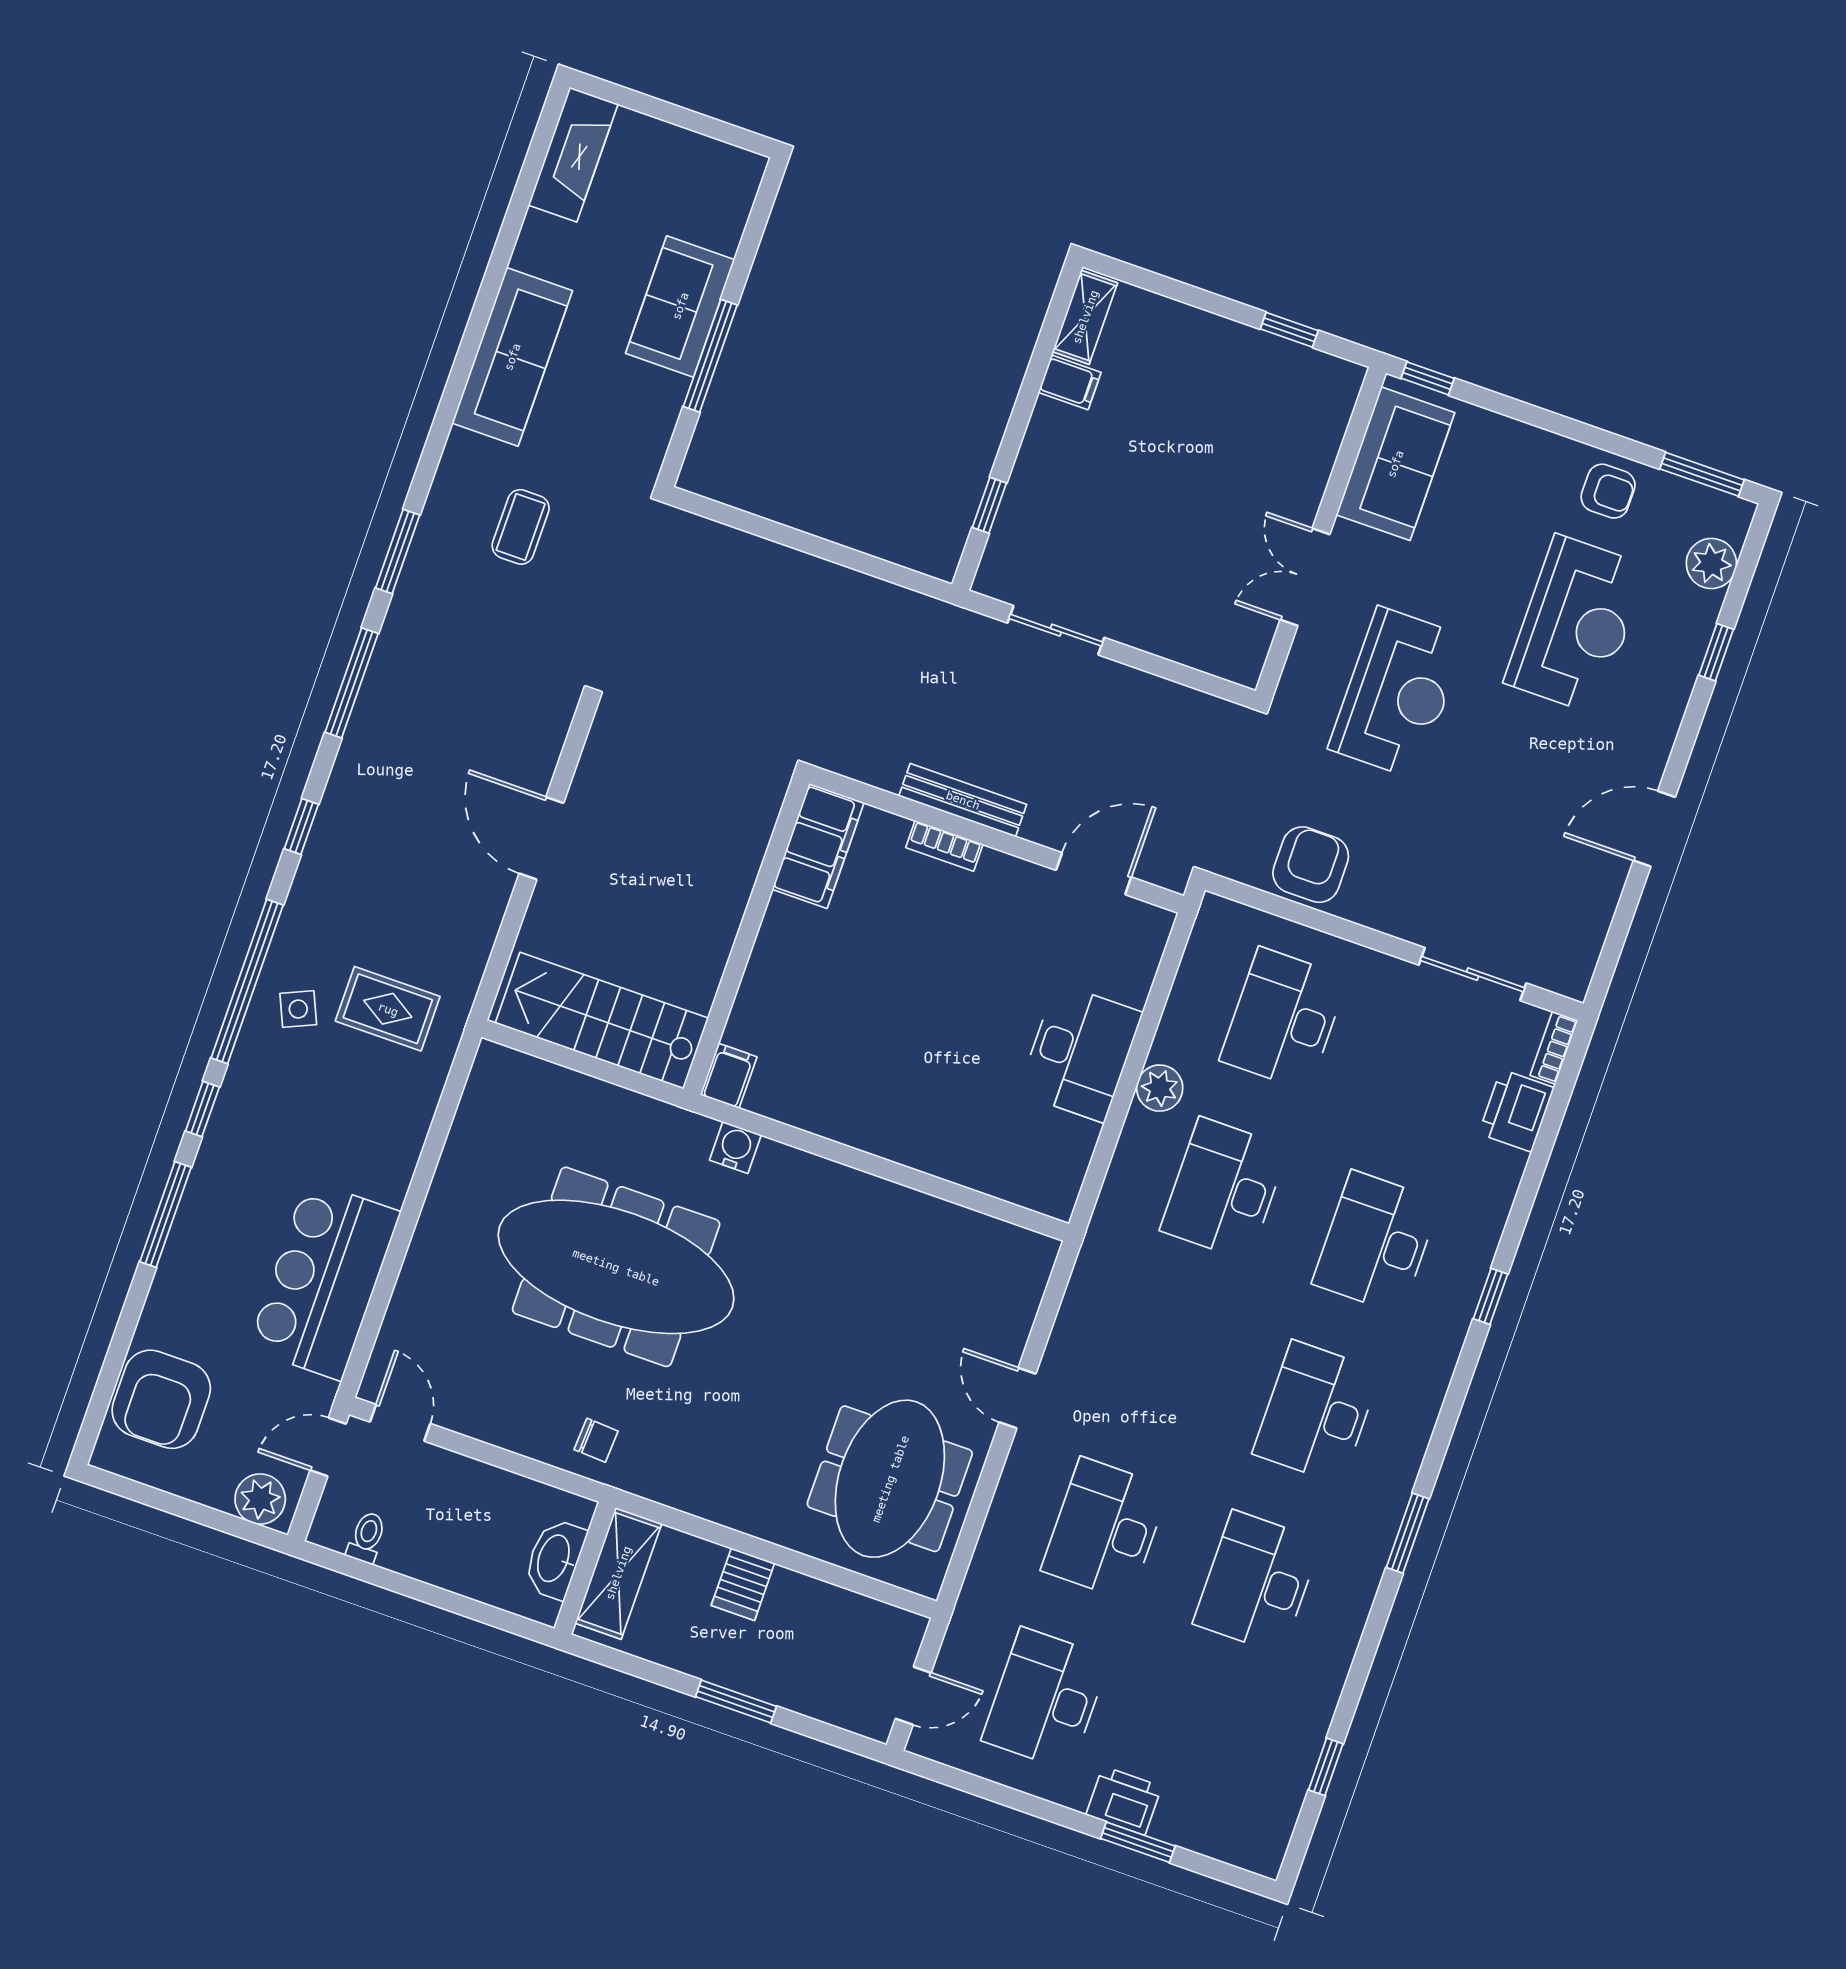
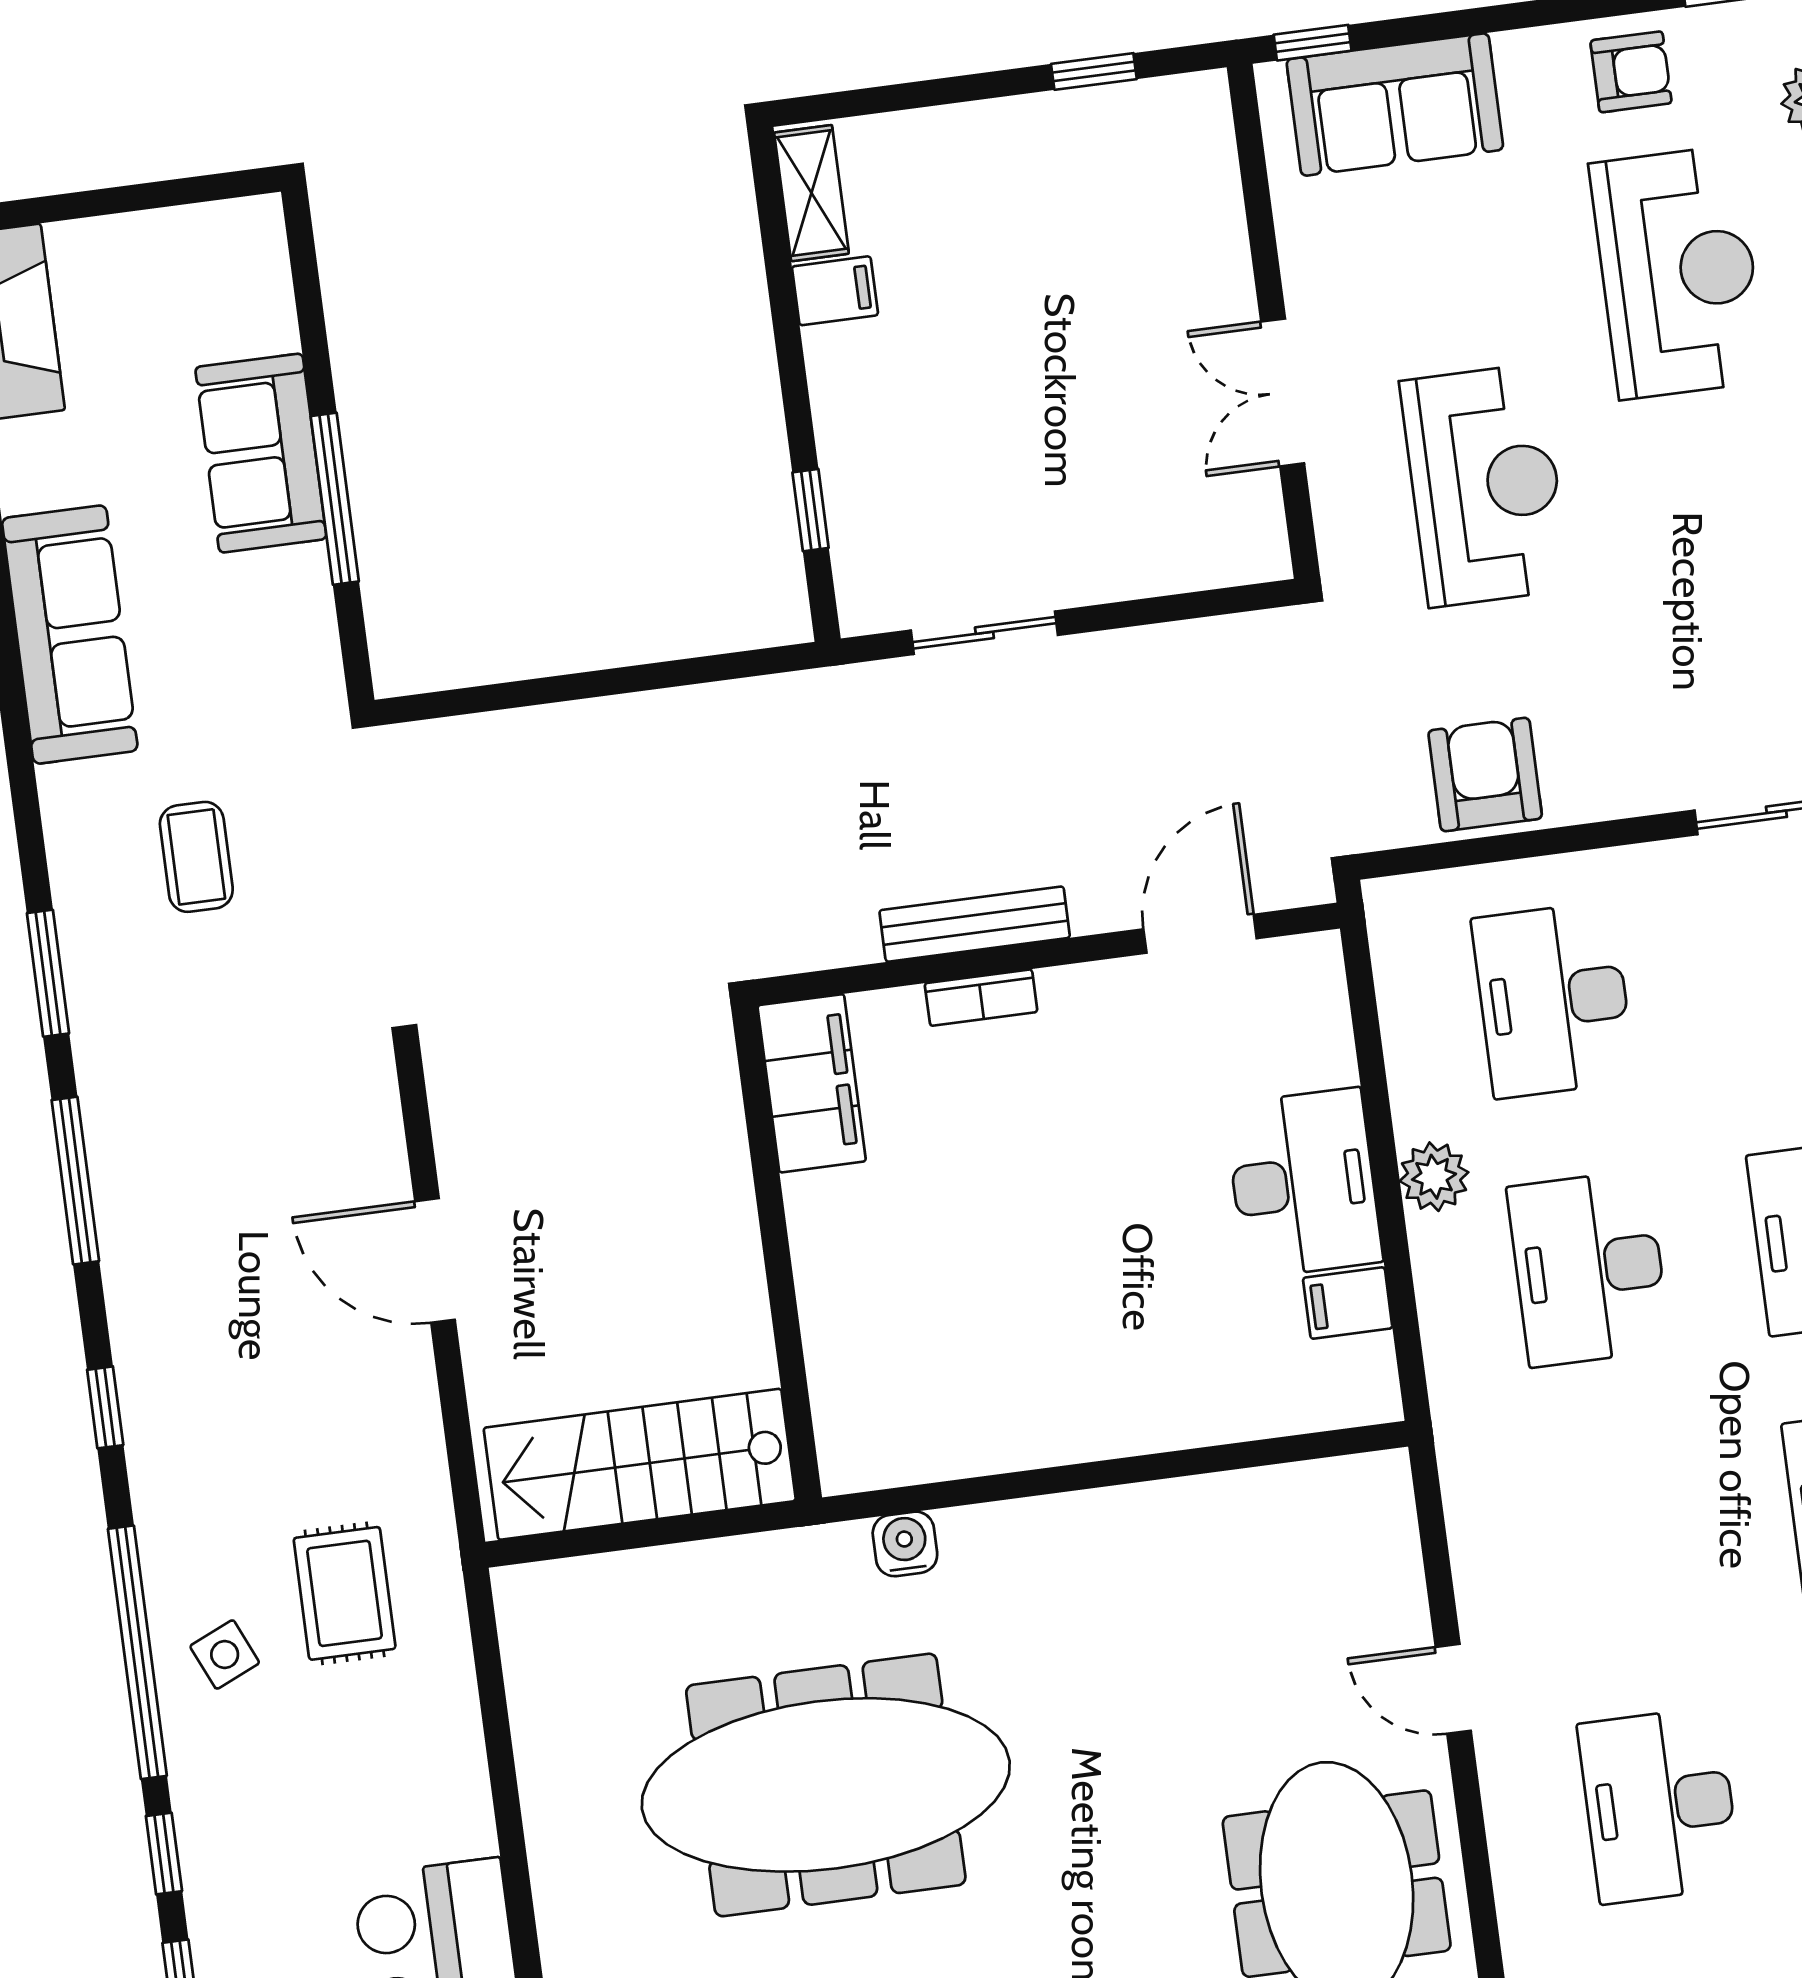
sofa: (1395, 464) -> (1395, 105), moved, turned 90
rug: (388, 1009) -> (345, 1593), turned 90
filing cabinet: (729, 1076) -> (1348, 1303), moved, turned -90

